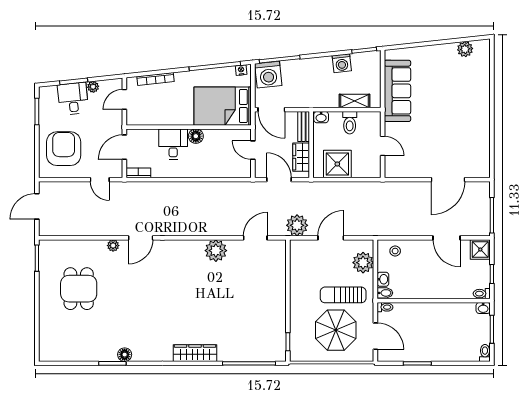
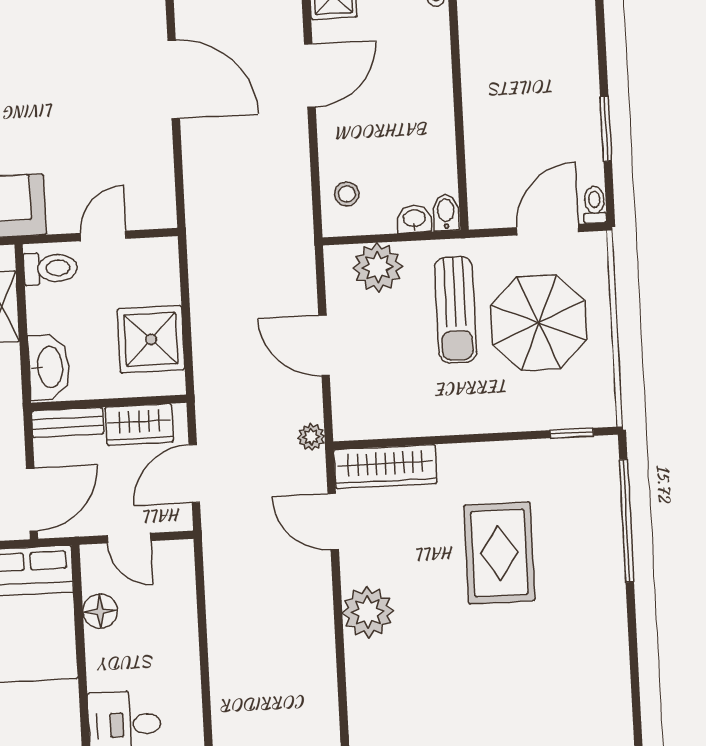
washbasin: (321, 117) -> (49, 367), width x1.91, depth x1.45
toilet: (350, 123) -> (51, 268), moved
floor lamp: (196, 136) -> (100, 611), moved
door: (253, 150) -> (129, 538), hinge flipped
plant: (297, 225) -> (311, 437), width x0.53, depth x0.53
toilet: (385, 307) -> (595, 205), moved
rug: (238, 308) -> (499, 553), added
wardrobe: (195, 353) -> (385, 467), moved, turned -90

